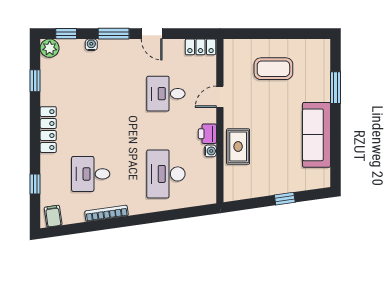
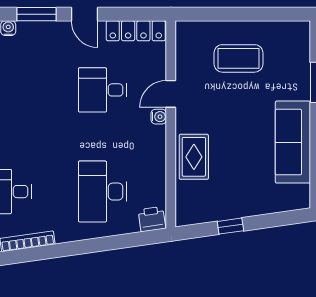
locker: (201, 47) -> (136, 31), width x1.53
printer: (207, 134) -> (152, 219), moved, turned 82
water cooler: (210, 151) -> (159, 117), moved
window: (285, 199) -> (230, 226), moved

